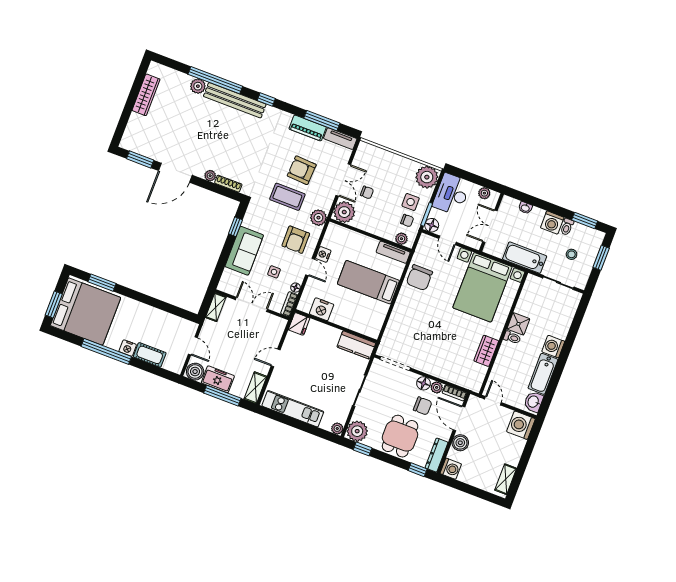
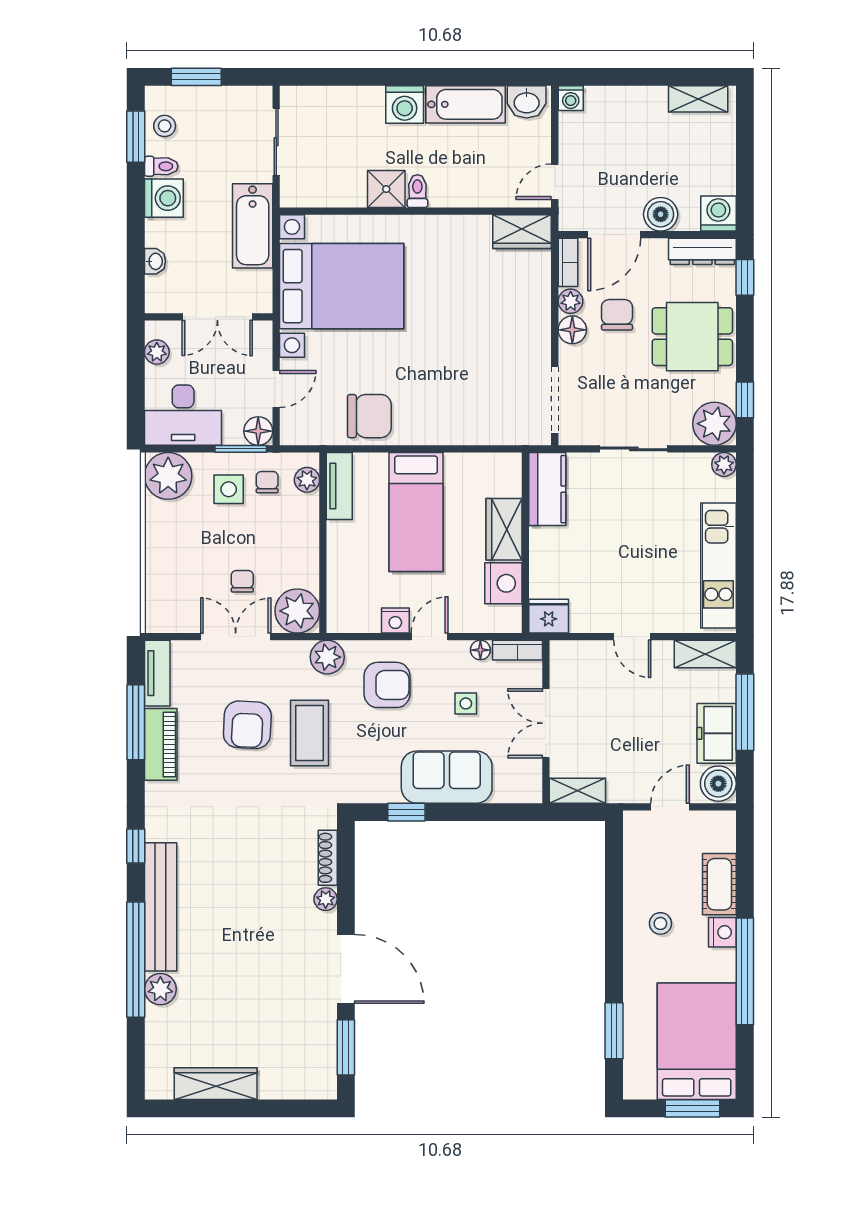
stool: (572, 254) -> (165, 126), moved
bed: (86, 312) -> (697, 1041), width x0.73
wardrobe: (346, 319) -> (504, 529), added
stool: (142, 322) -> (660, 923), added
wardrobe: (486, 351) -> (522, 232), moved
washing machine: (521, 425) -> (571, 98), width x0.53, depth x0.53

